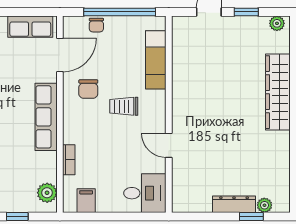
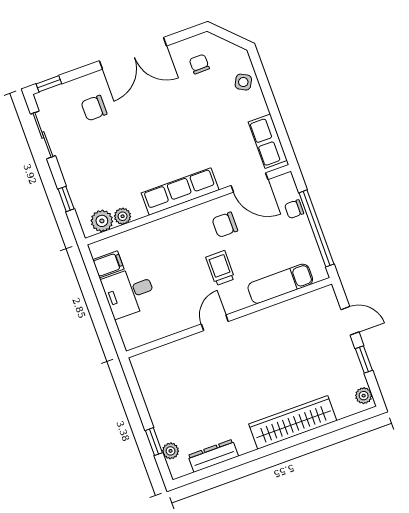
door: (169, 145) -> (215, 323), moved
bookcase: (69, 160) -> (144, 231), removed
plant: (49, 174) -> (123, 216), added
desk: (145, 193) -> (129, 292), moved, turned 90
dresser: (234, 204) -> (213, 456), moved, turned -90

